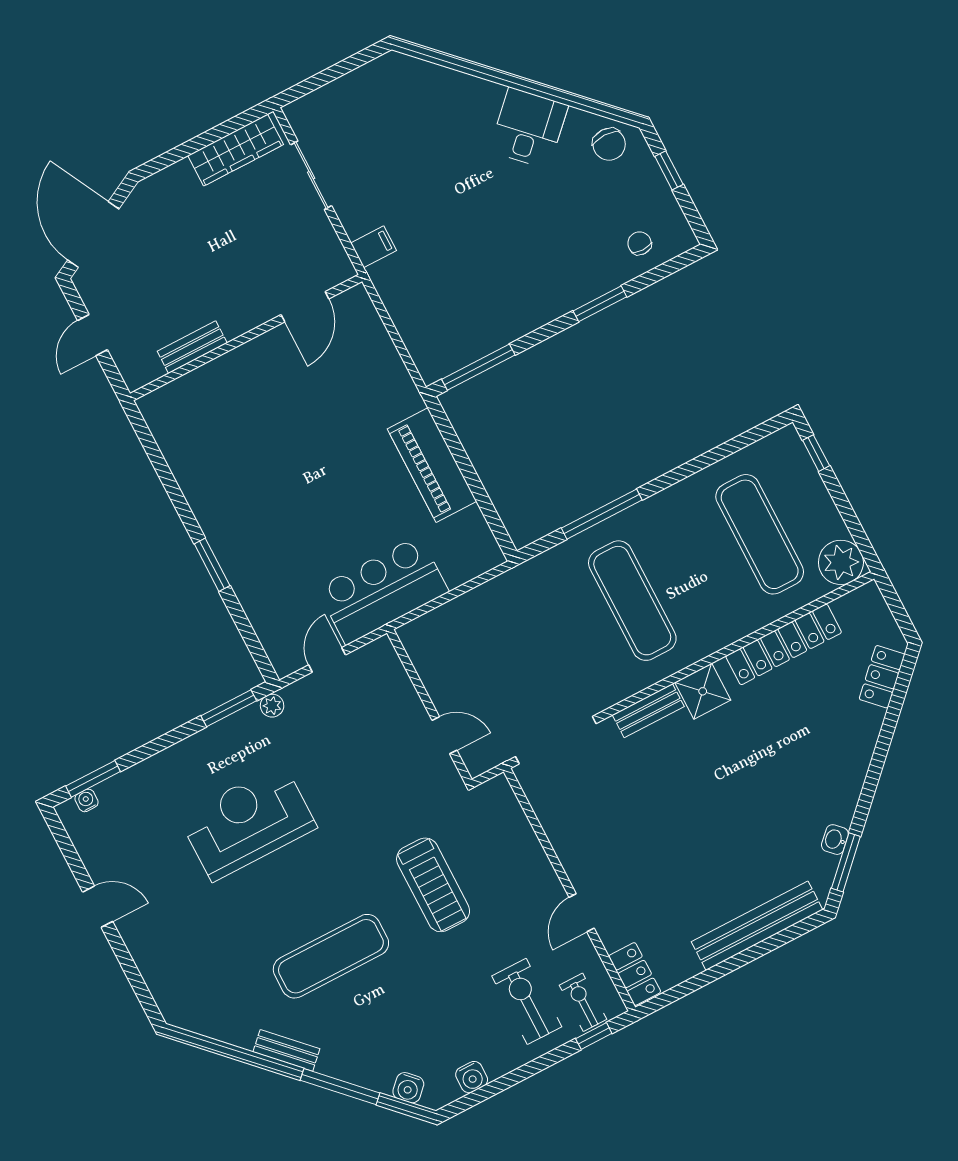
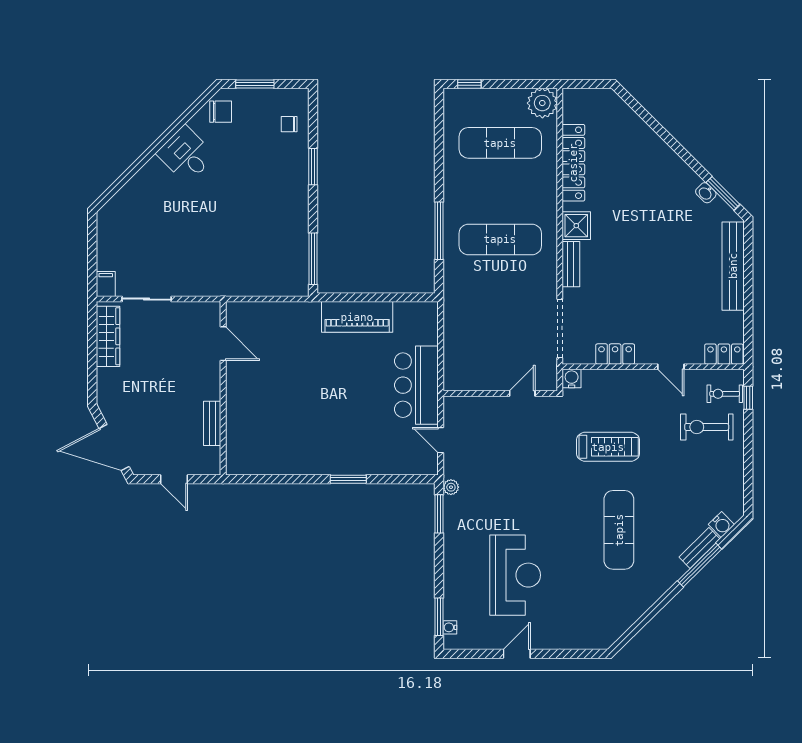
window: (669, 170) -> (255, 84), width x1.50
filing cabinet: (374, 247) -> (106, 284), moved
locker: (882, 677) -> (615, 354), moved, turned 135
reception desk: (248, 822) -> (515, 575), moved, turned 180
bench: (286, 1050) -> (699, 548), moved
water cooler: (472, 1077) -> (572, 379), moved, turned -90

